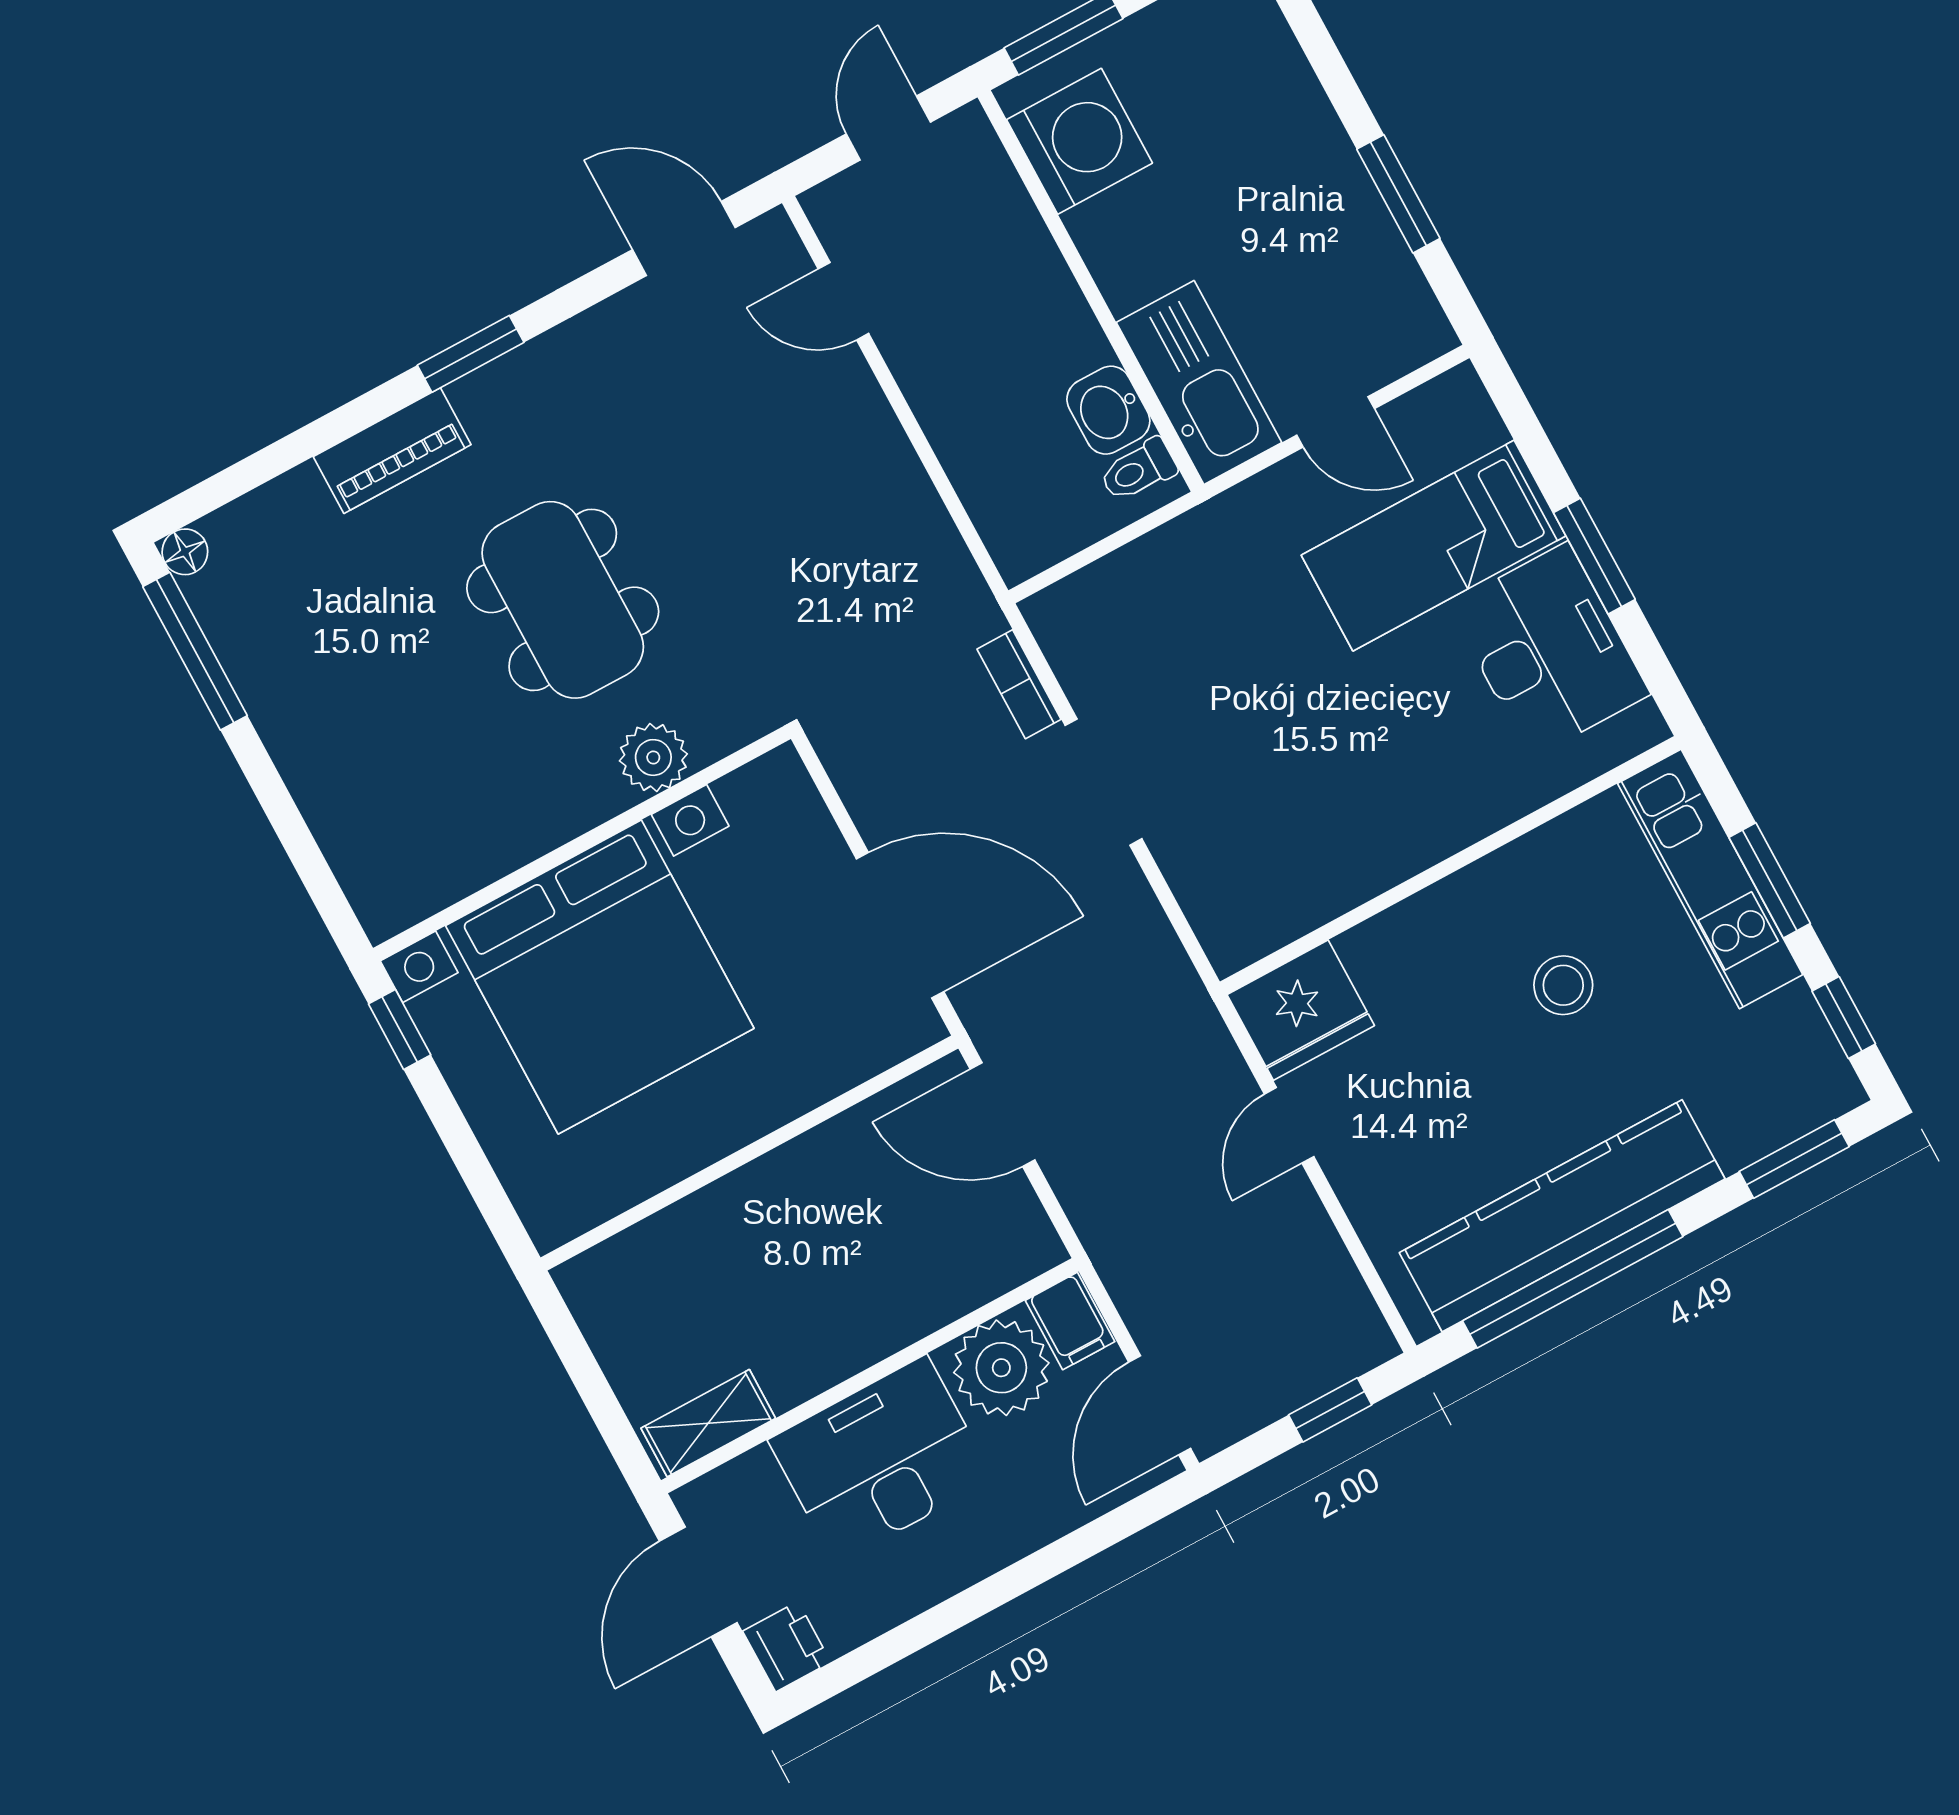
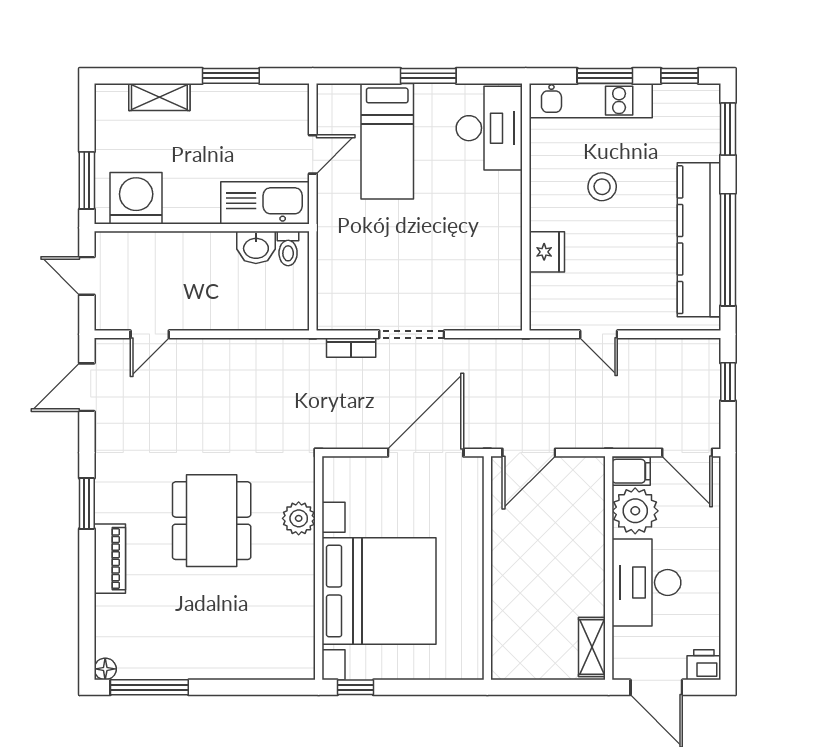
shelving: (1289, 84) -> (159, 97), added
dining table: (563, 600) -> (212, 521), turned 90
desk: (1549, 650) -> (489, 128), moved, turned 90
fridge: (1301, 1010) -> (547, 252), moved, width x0.73, depth x0.75

